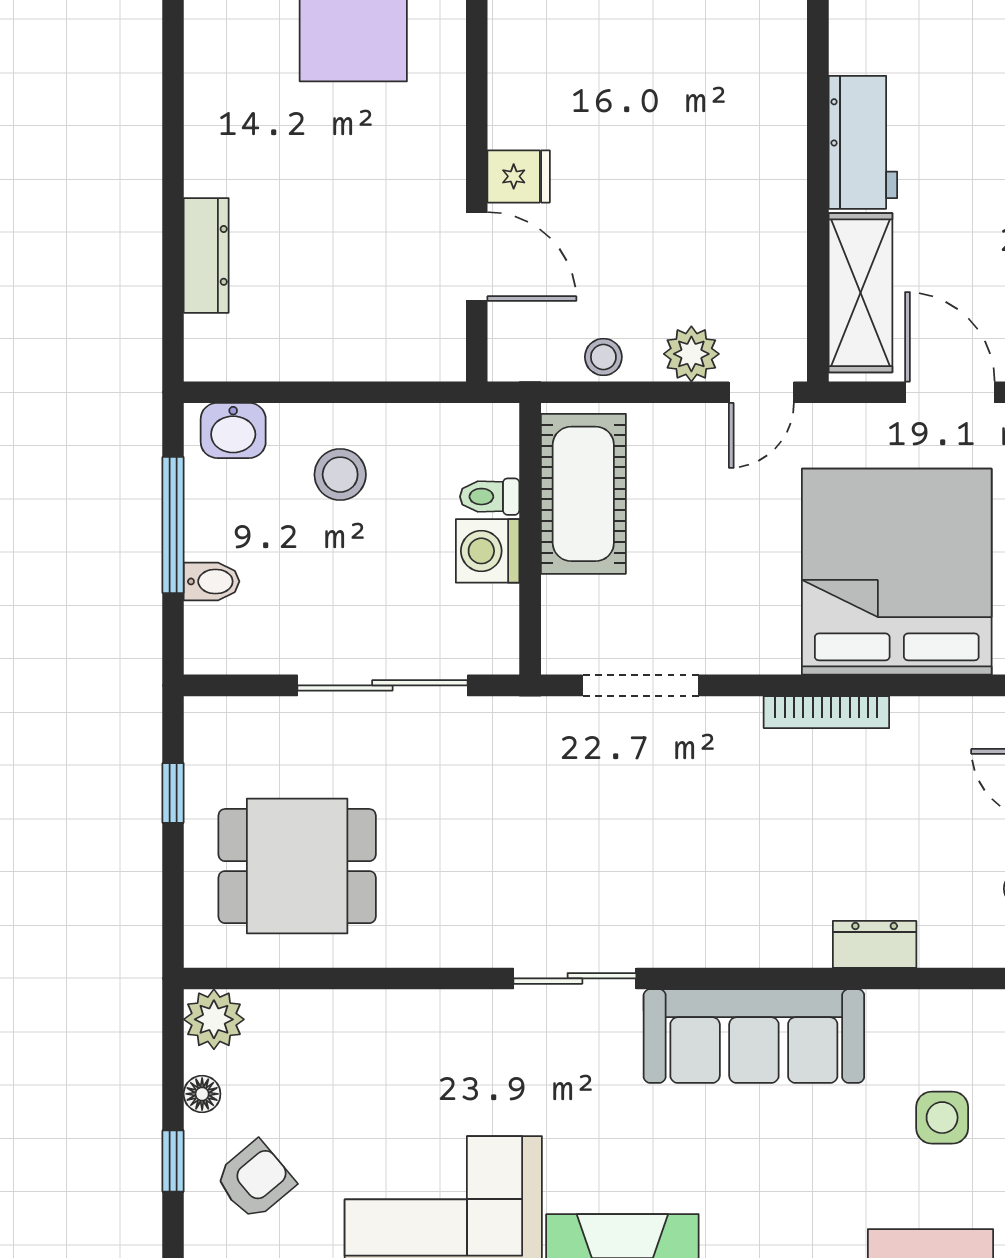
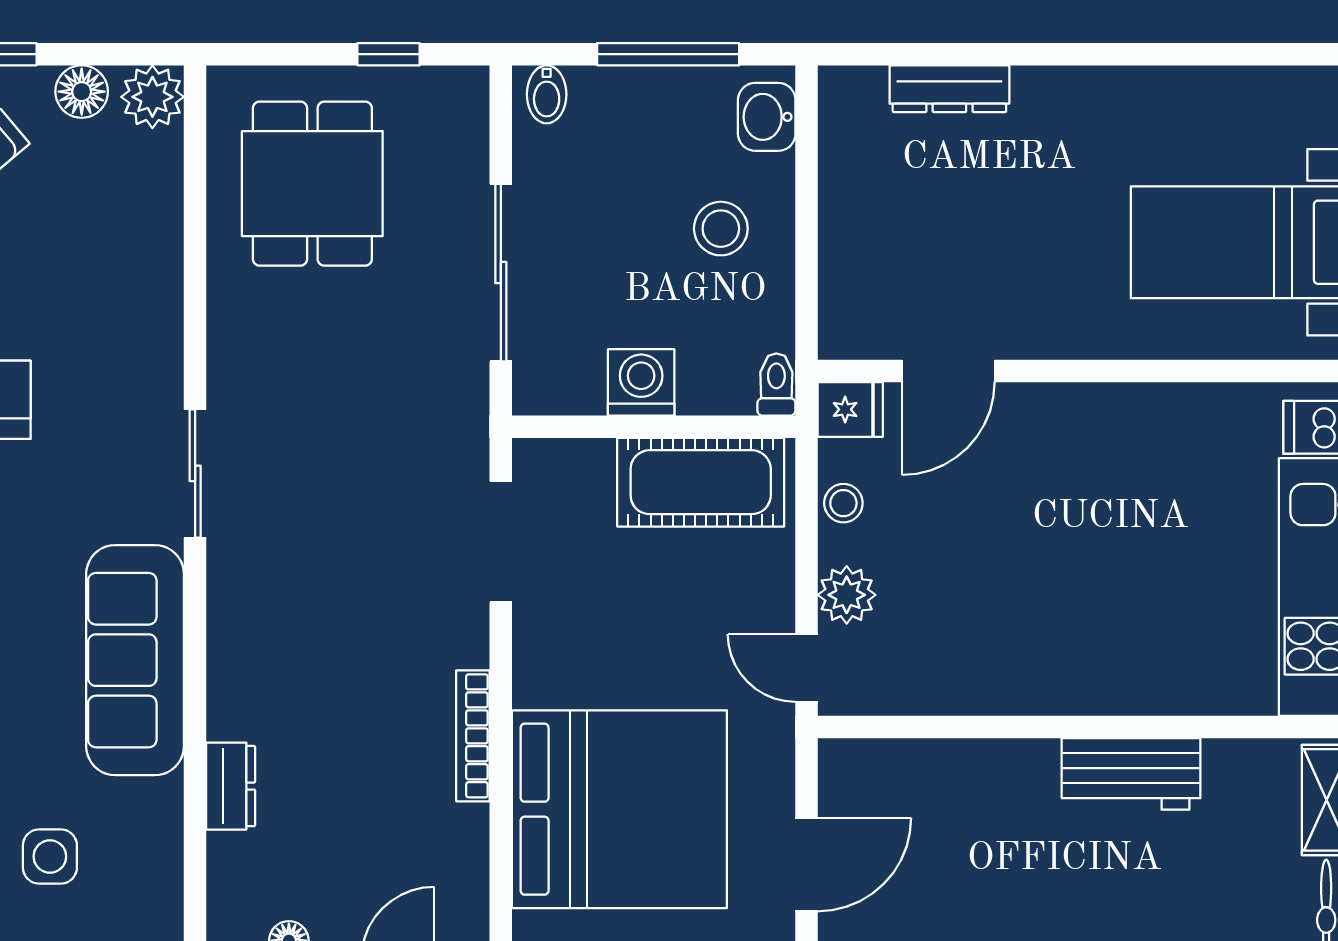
workbench: (863, 142) -> (1131, 774), moved
fridge: (519, 176) -> (850, 409), moved, turned -90
shelving: (860, 293) -> (910, 771), removed
toilet: (490, 497) -> (776, 385), moved
bidet: (212, 581) -> (547, 94), moved
floor lamp: (202, 1094) -> (82, 92), width x1.37, depth x1.37

